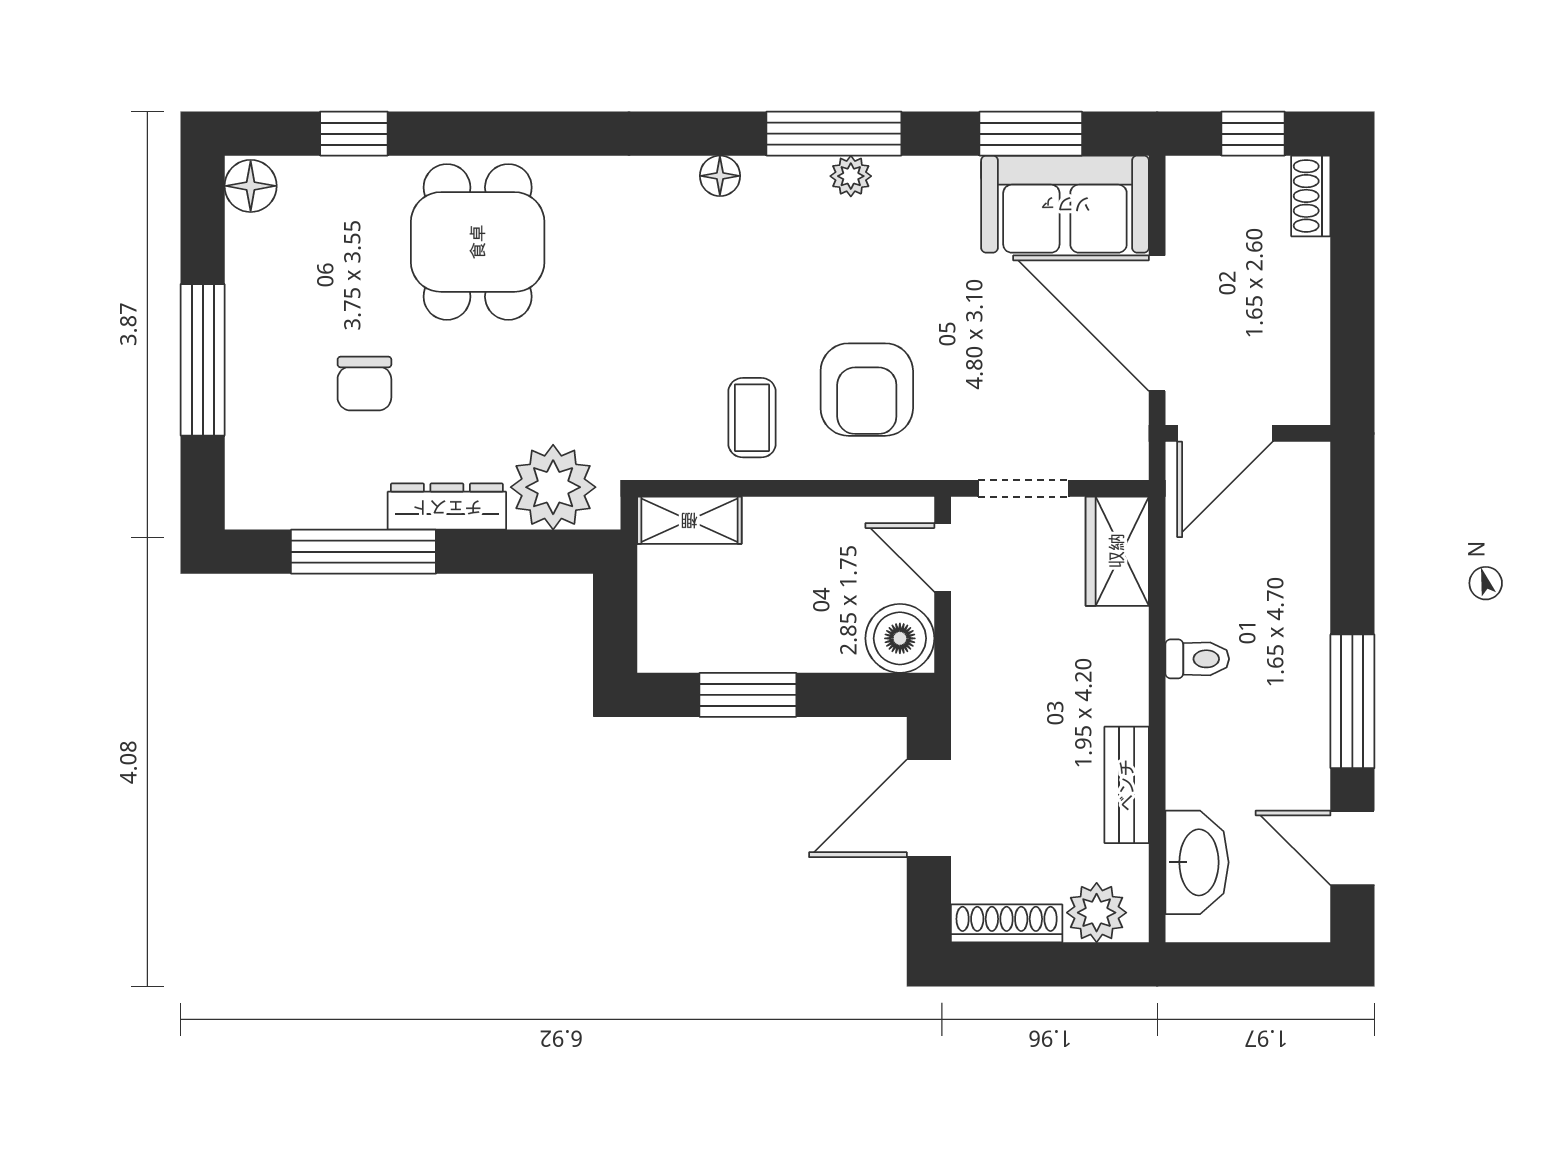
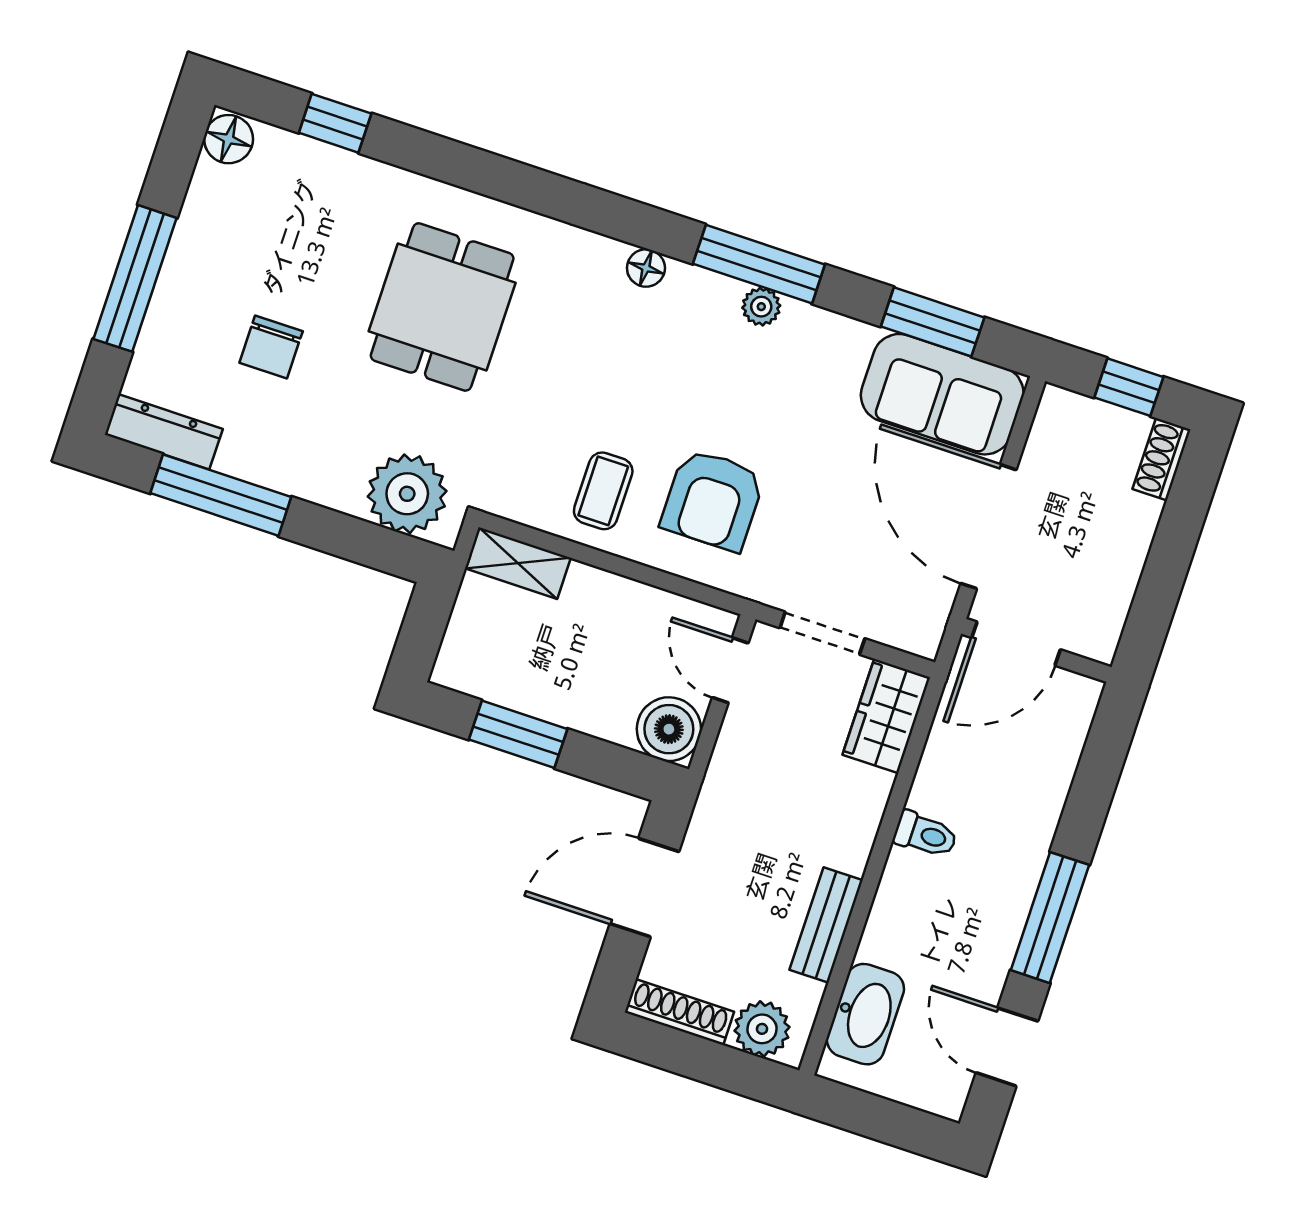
dining table: (478, 242) -> (442, 307), moved
dresser: (447, 507) -> (164, 432), moved

